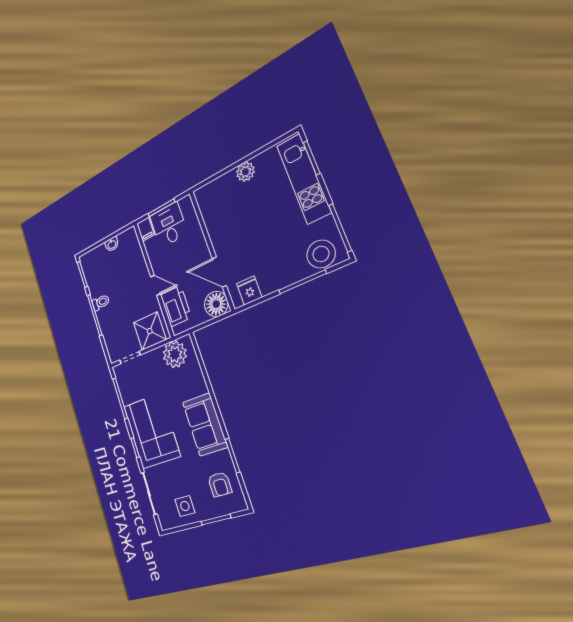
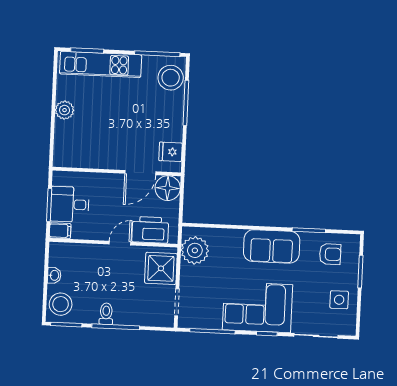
stool: (94, 262) -> (61, 304), added

